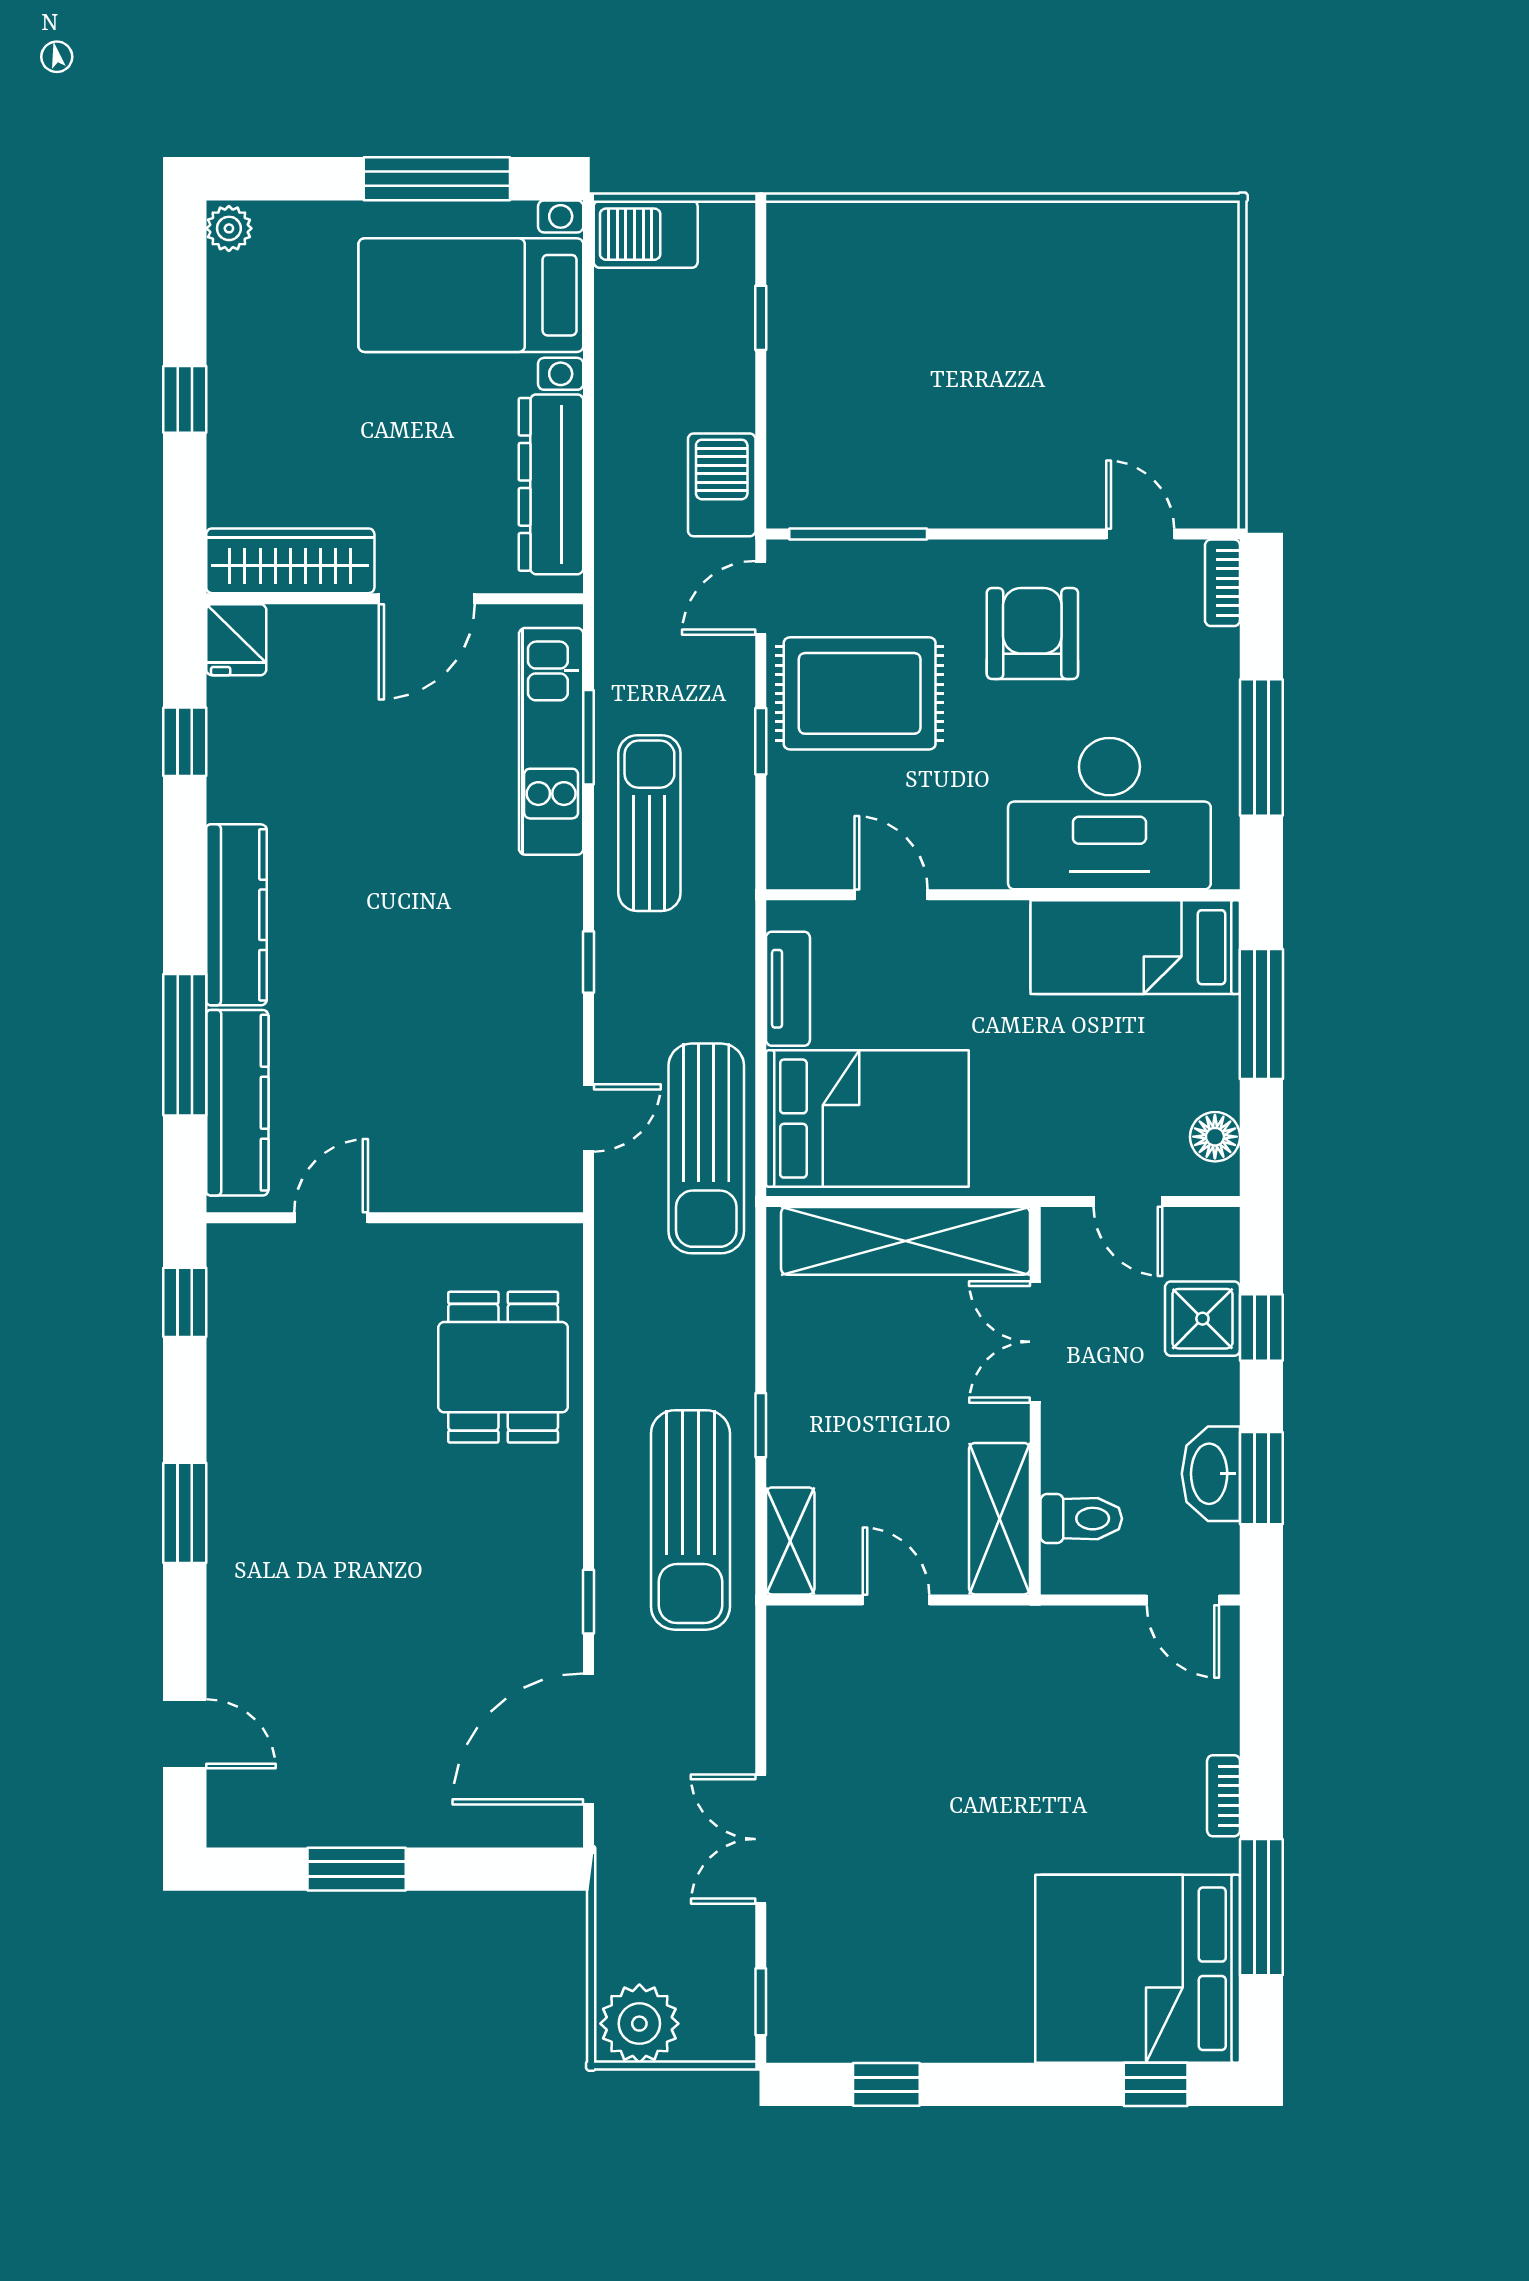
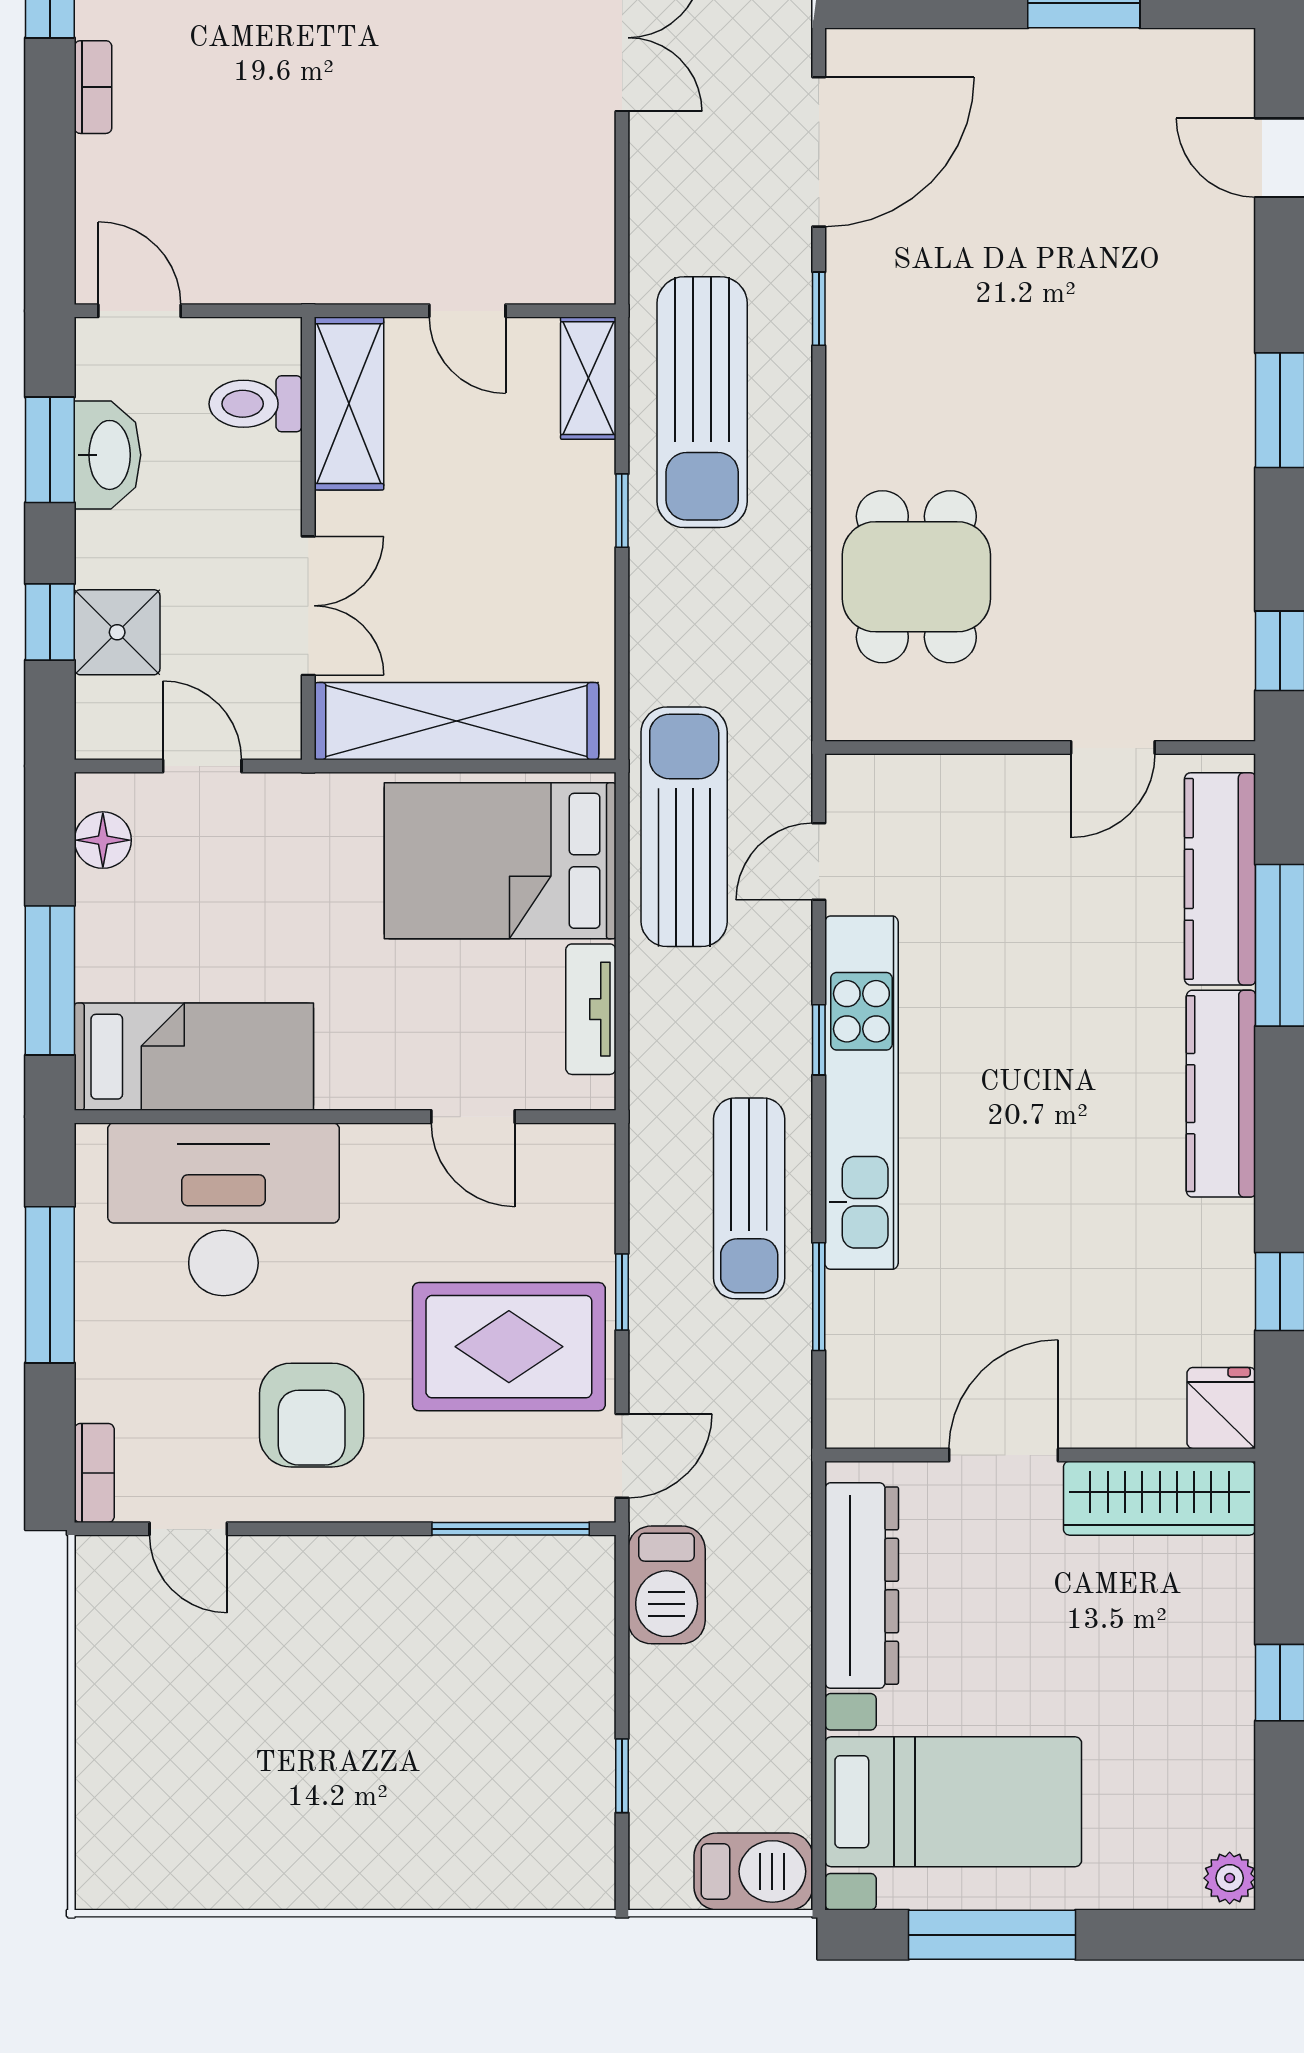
kitchen unit: (551, 741) -> (861, 1093), moved, width x1.36
sun lounger: (690, 1520) -> (702, 402), turned 180

